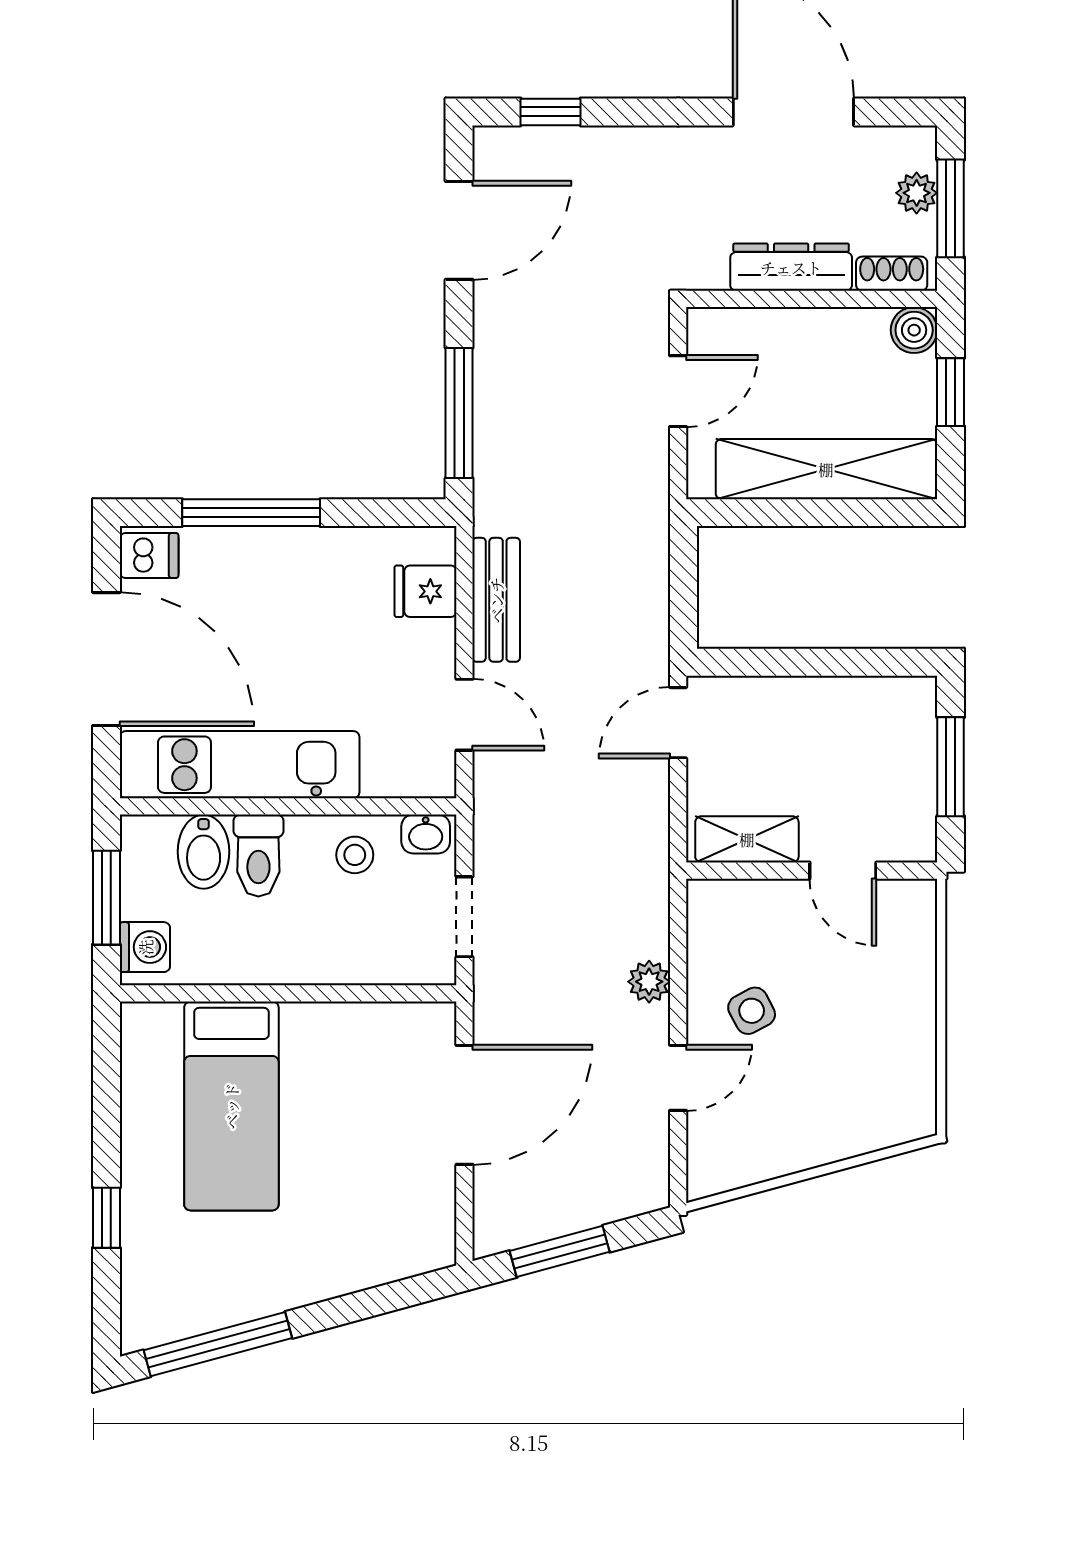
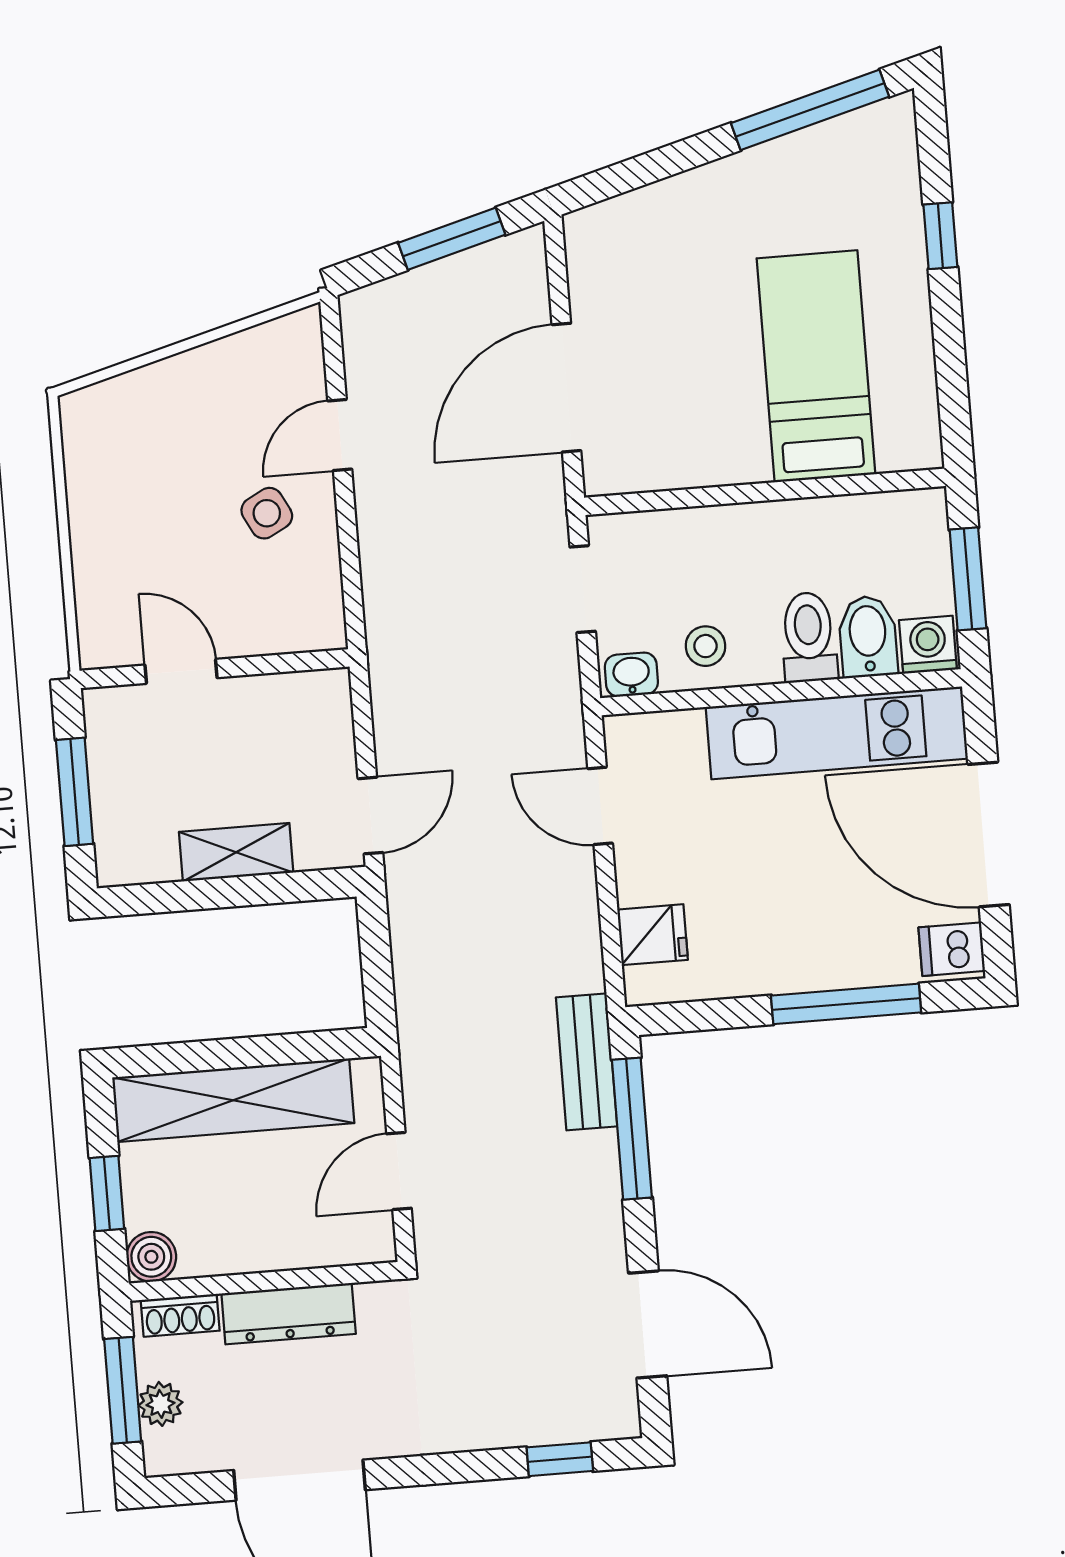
door: (459, 230) -> (648, 1324), swing flipped
bench: (496, 600) -> (587, 1062), moved
shelving: (747, 839) -> (236, 852), moved
washing machine: (145, 947) -> (928, 645), moved, turned 90
plant: (649, 982) -> (379, 536), removed

